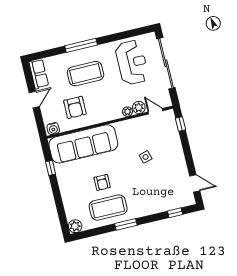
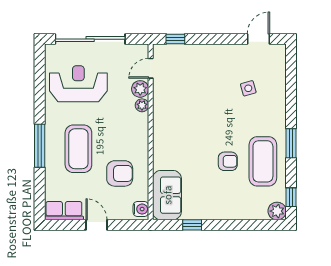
sofa: (83, 144) -> (167, 195), width x0.54, depth x0.79
side table: (146, 157) -> (248, 88), moved
window: (175, 213) -> (291, 197), moved

